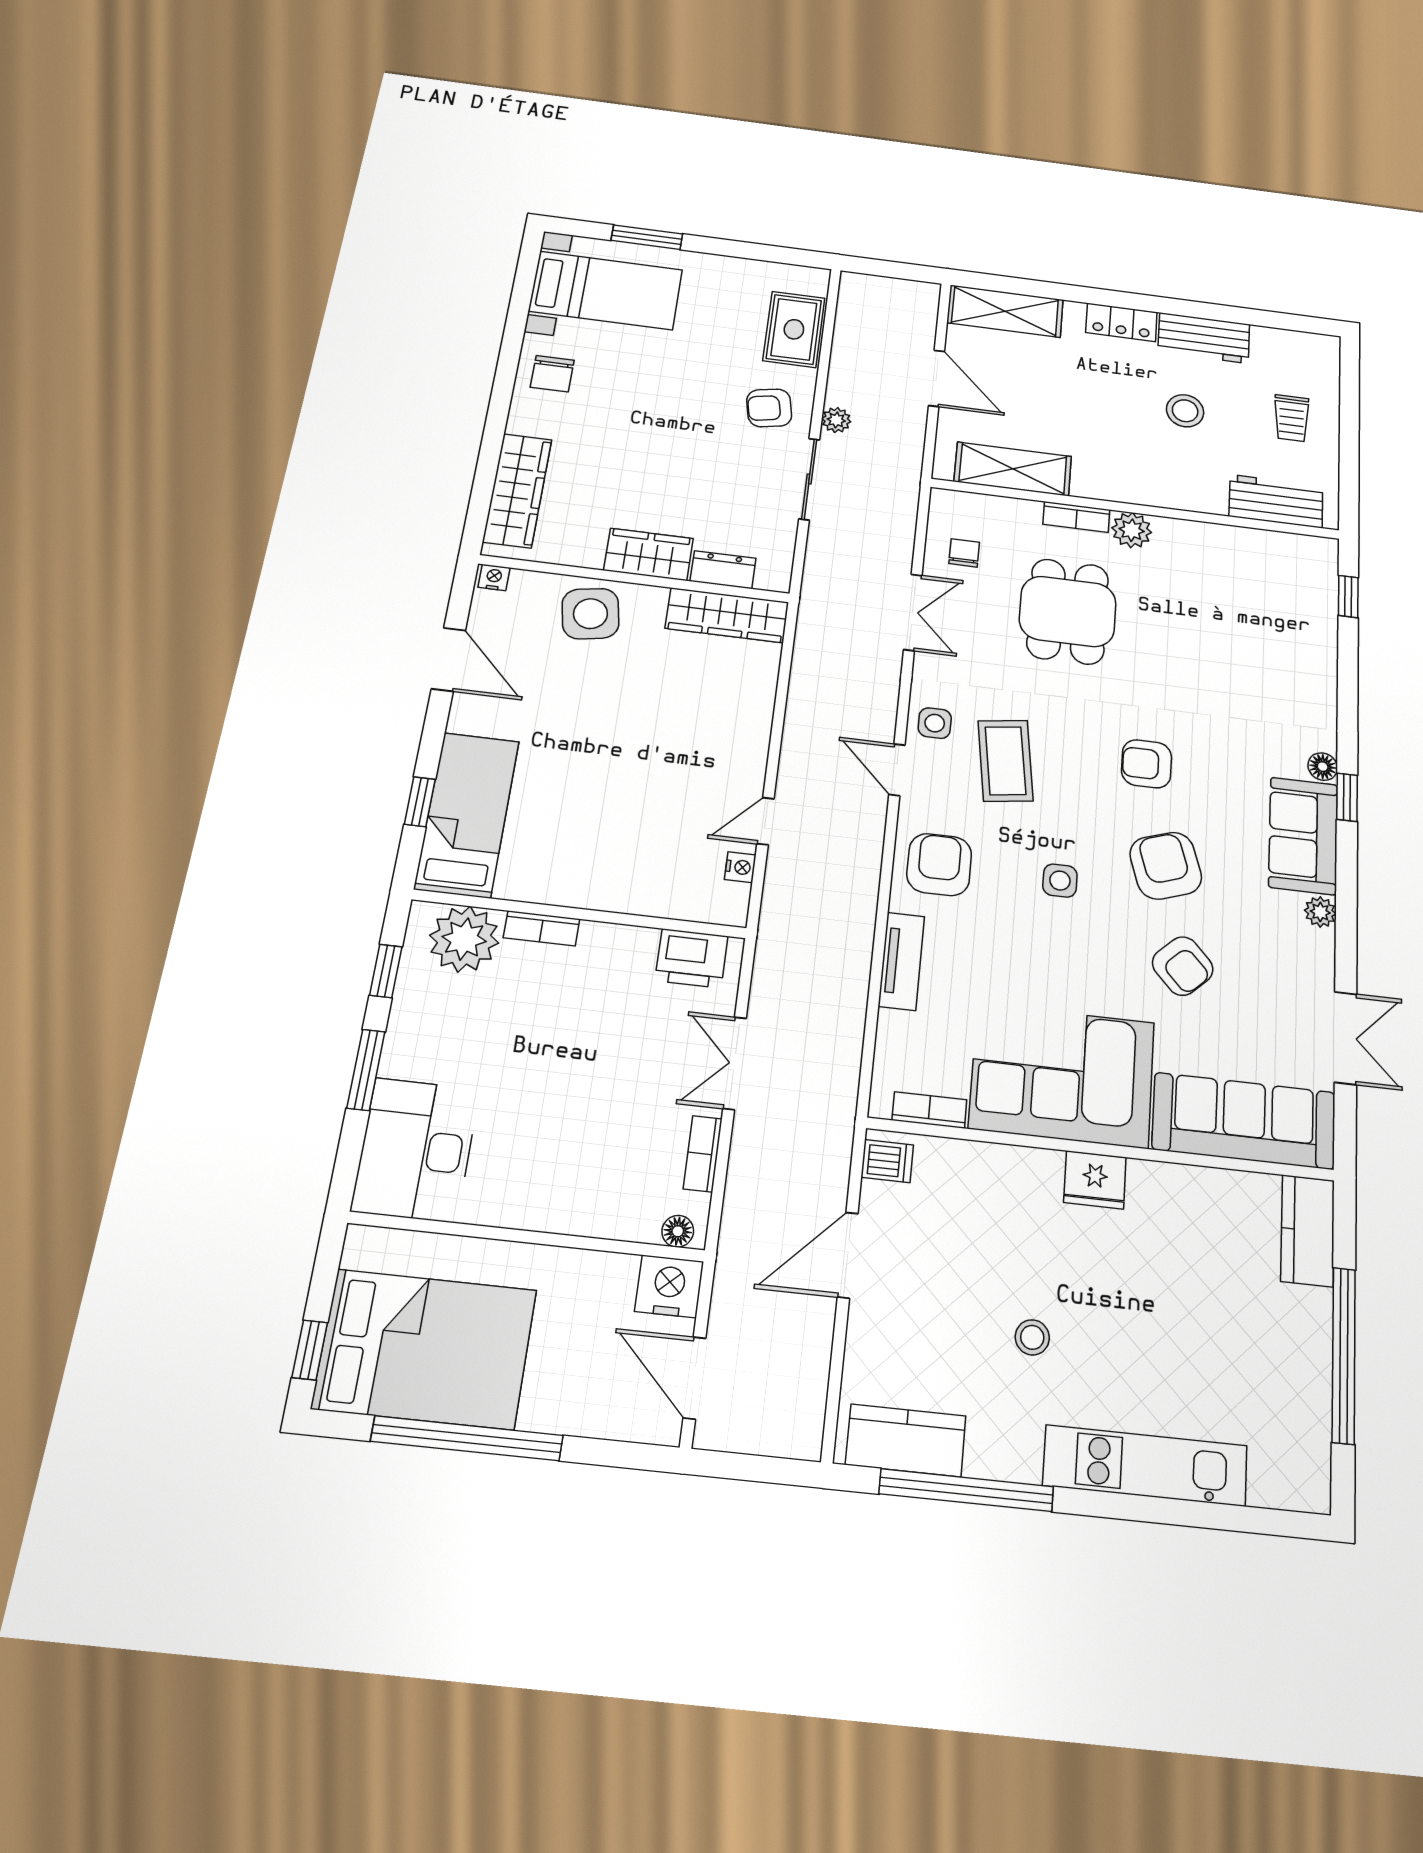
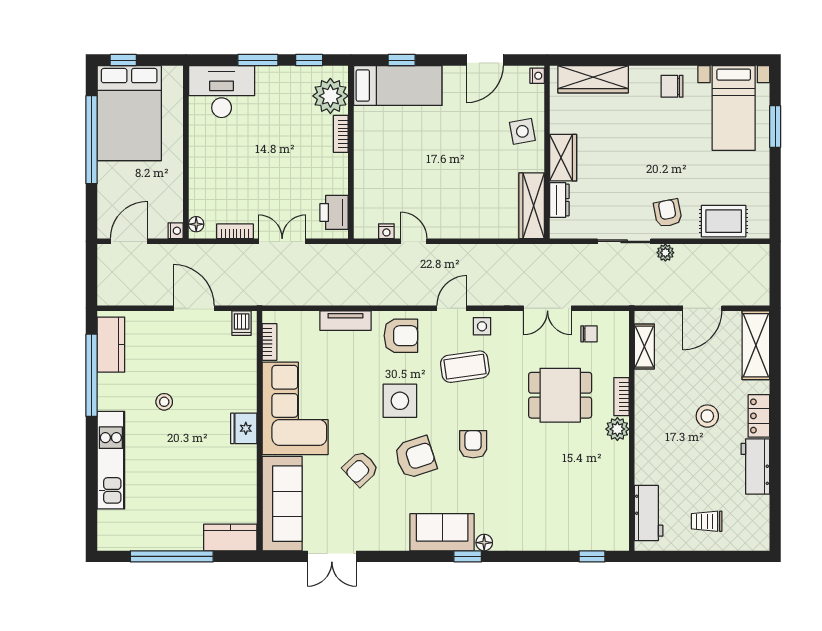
stool: (1185, 411) -> (707, 416), moved
shelving: (1013, 469) -> (644, 347), width x0.67, depth x0.75
side table: (590, 614) -> (522, 131), width x0.73, depth x0.73
side table: (1060, 881) -> (400, 401), width x1.87, depth x1.87
plant: (1320, 912) -> (400, 542), removed
nightstand: (669, 1286) -> (176, 231), width x0.53, depth x0.56

